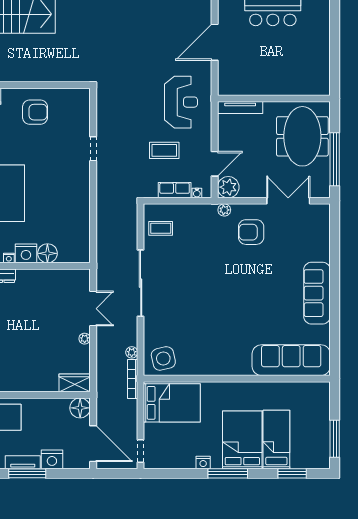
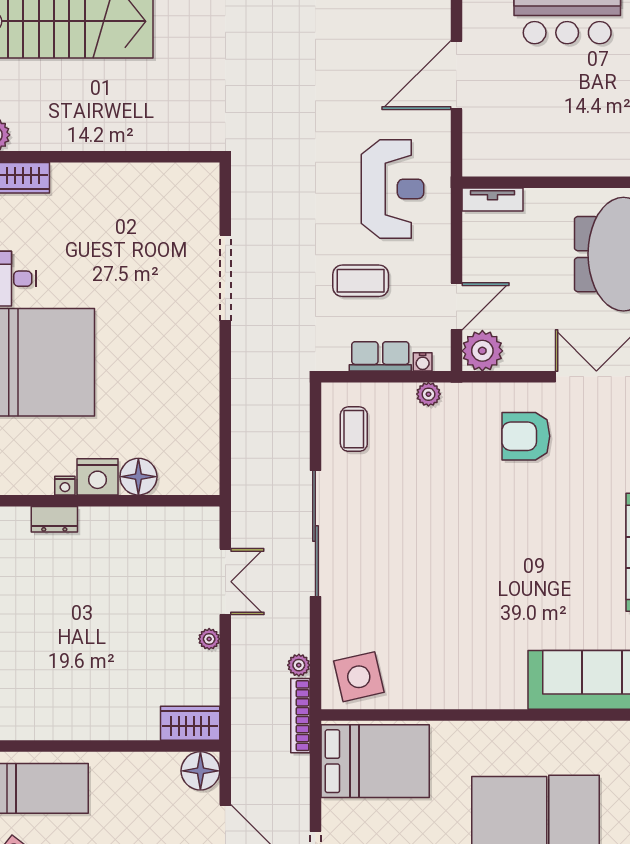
tv unit: (240, 108) -> (492, 199), width x0.71
armchair: (35, 112) -> (115, 208), removed
doorway: (93, 149) -> (225, 278), width x1.87
plant: (224, 210) -> (428, 394), moved
coffee table: (161, 228) -> (354, 429), turned 90

